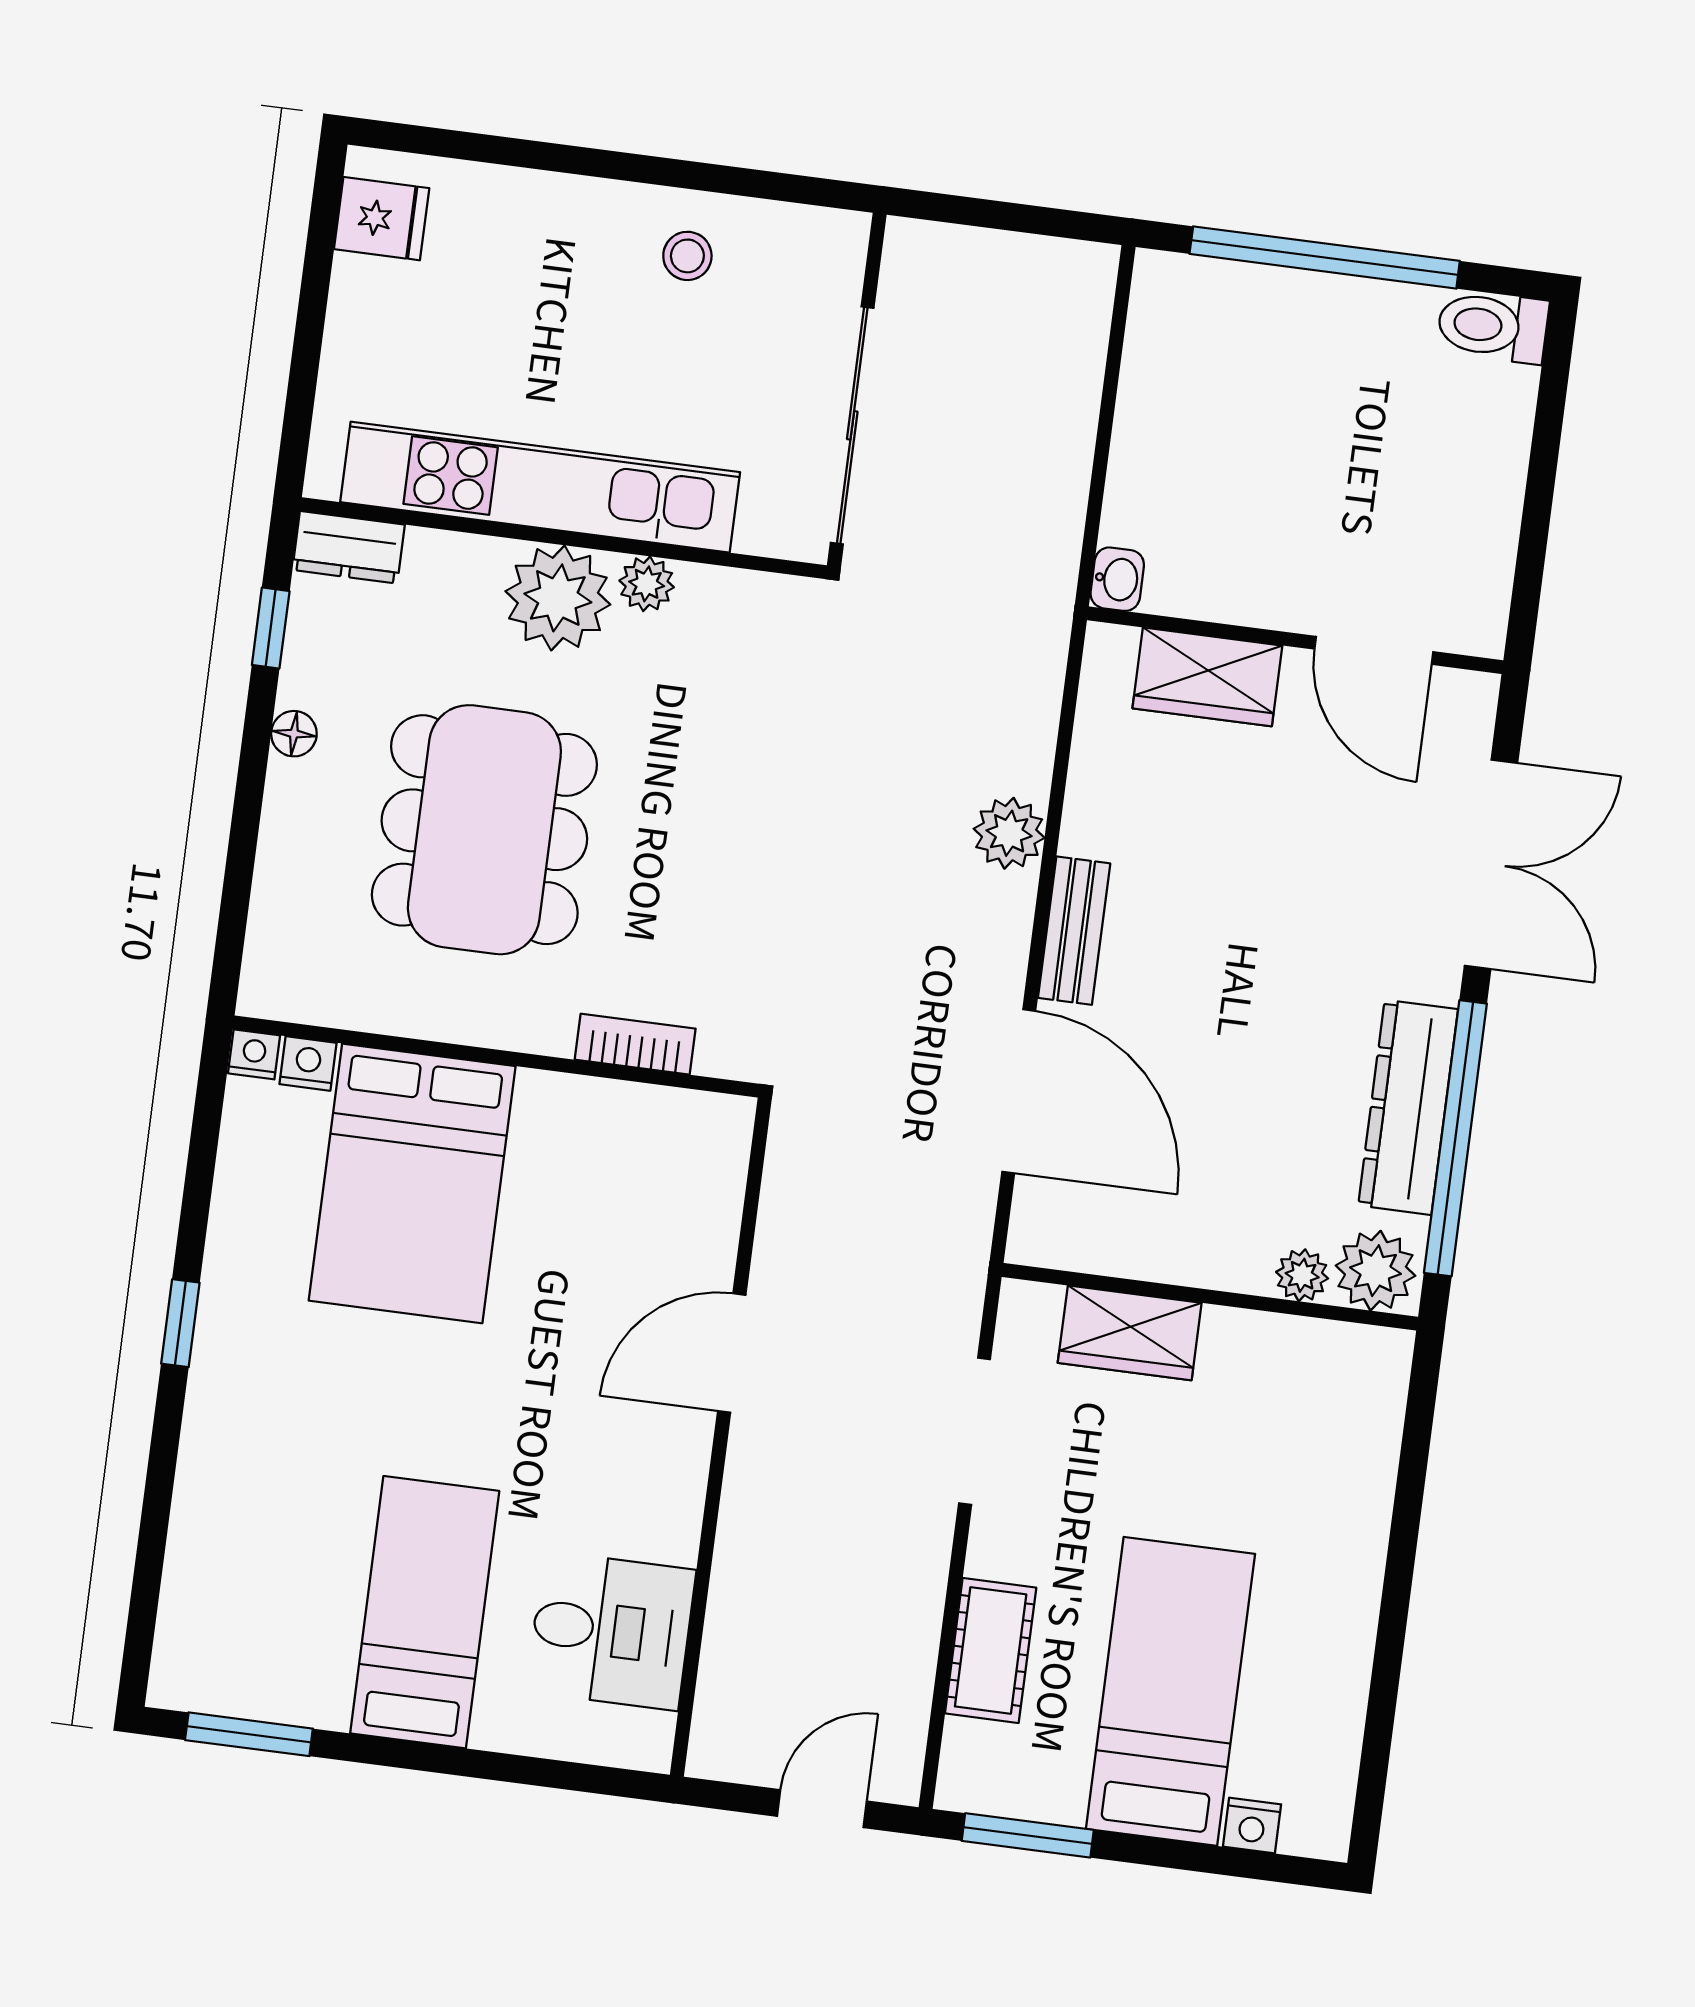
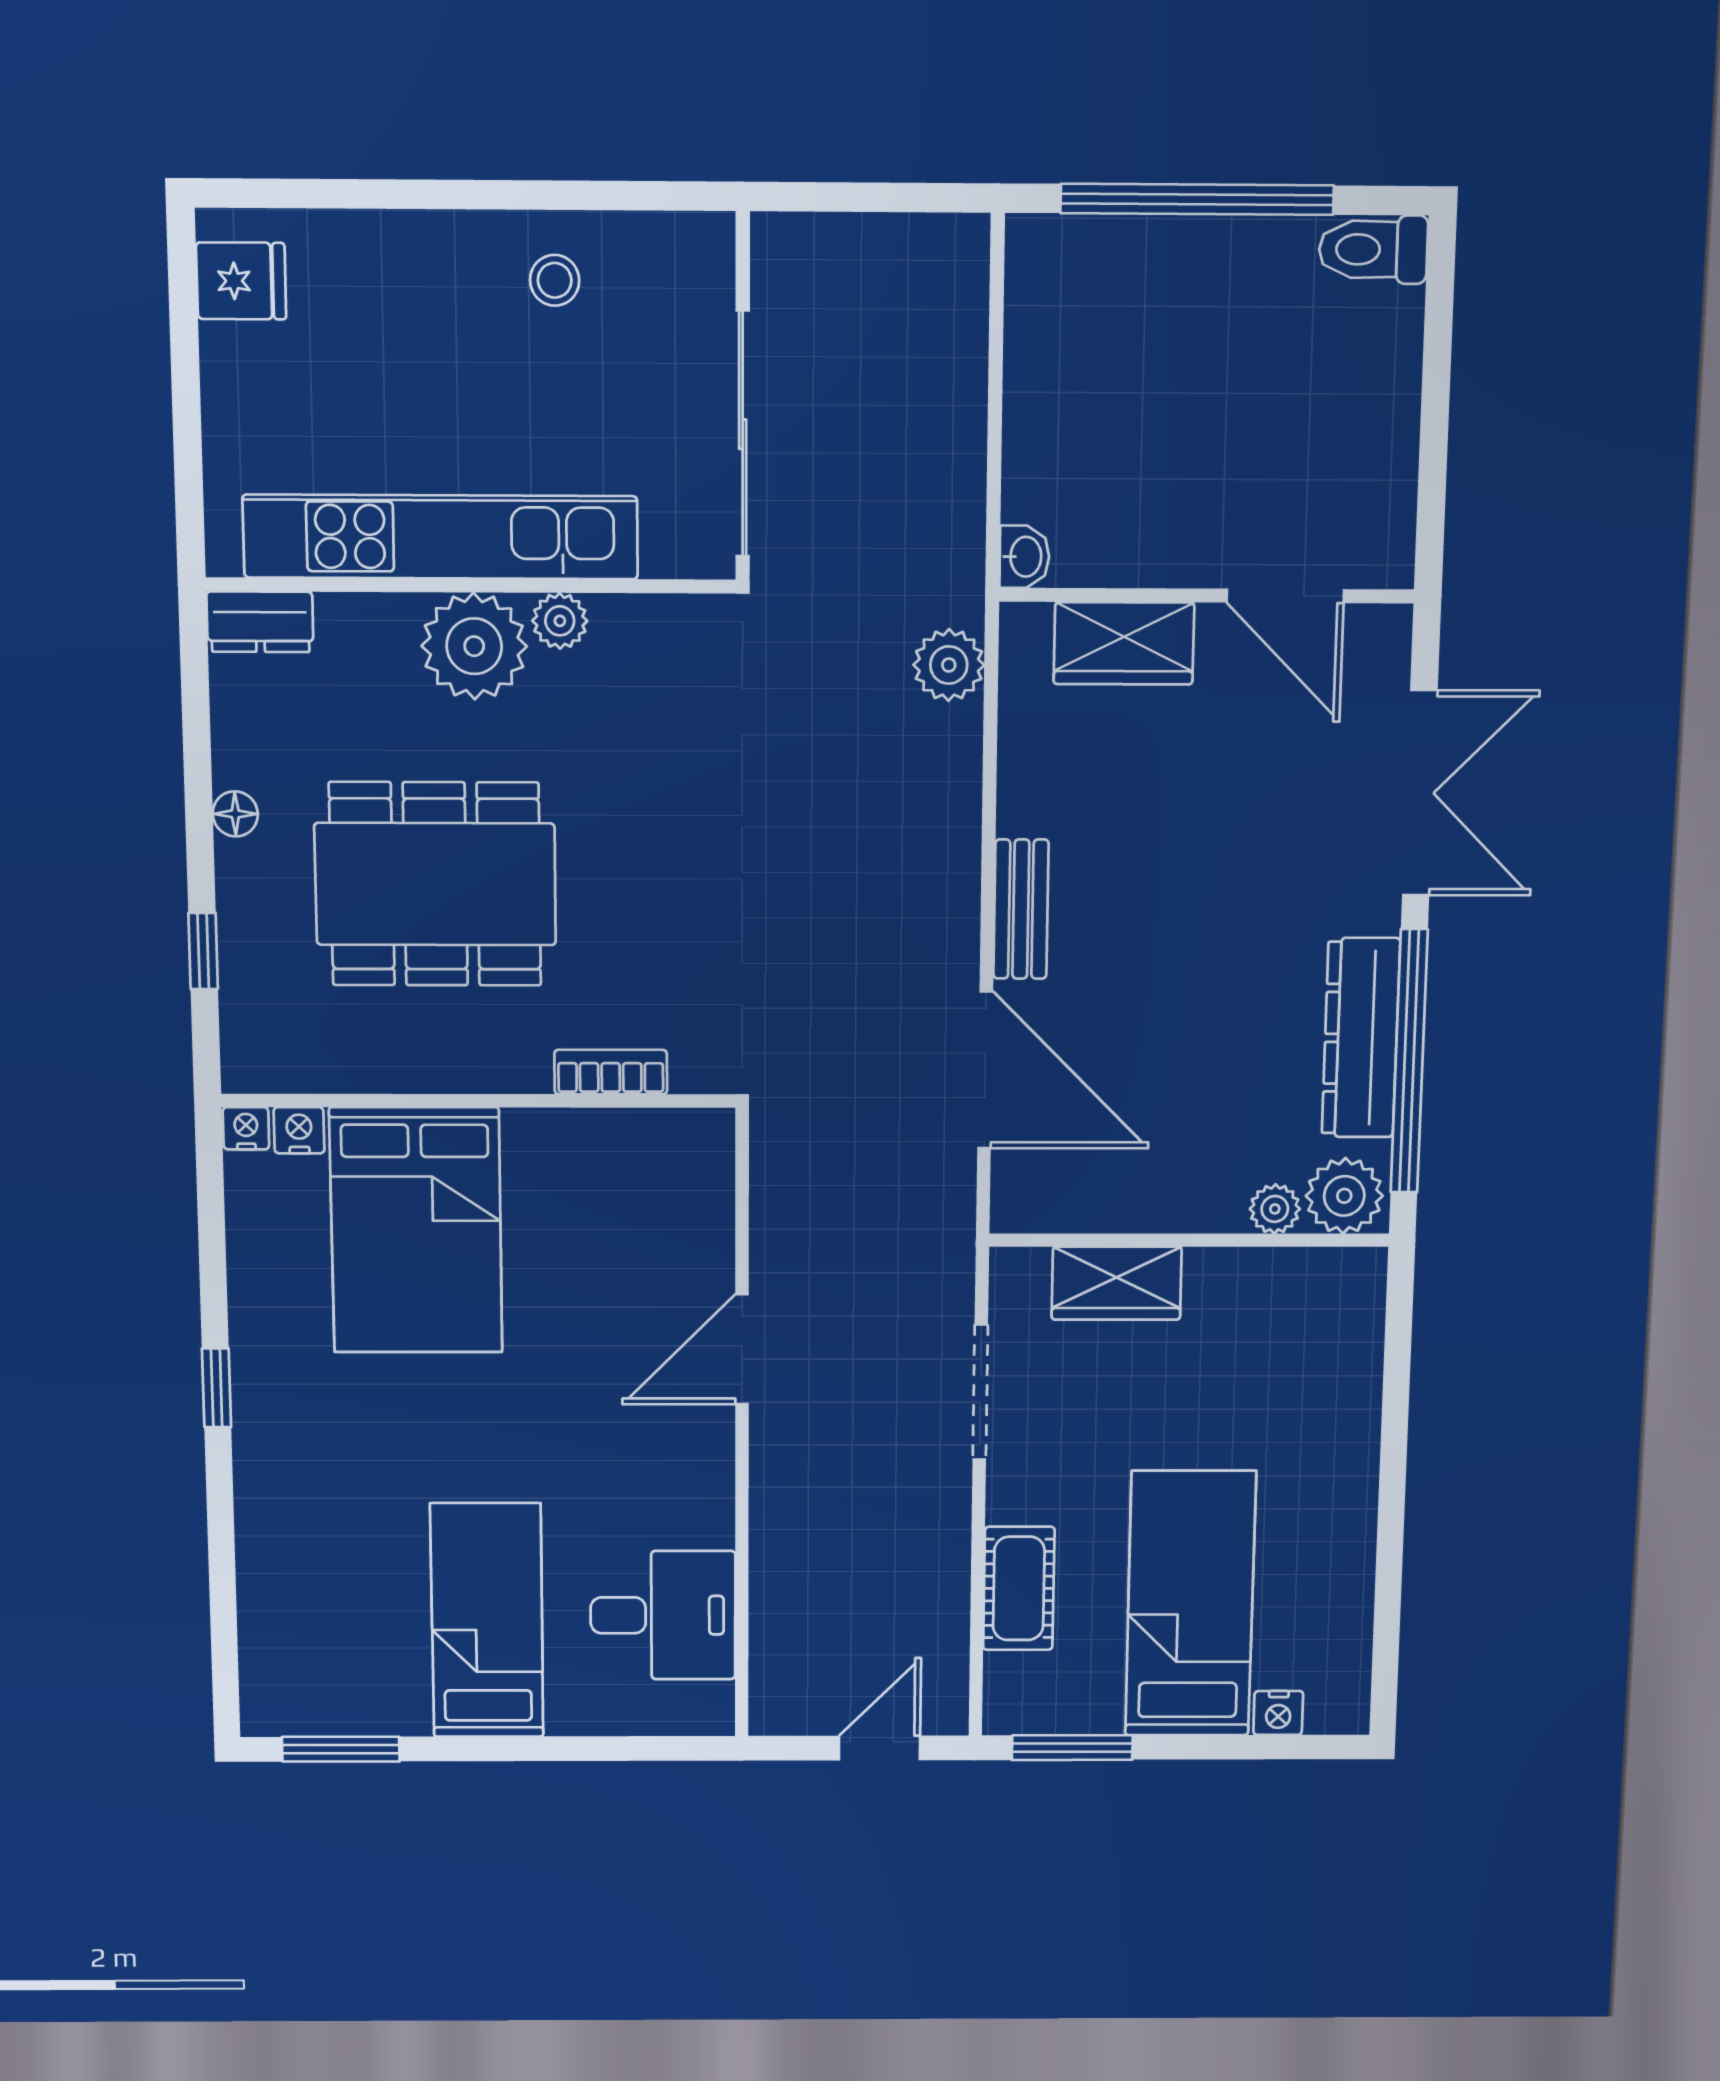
window: (271, 628) -> (203, 951), moved
dining table: (484, 830) -> (435, 884), turned 90
plant: (1009, 833) -> (949, 665), moved

